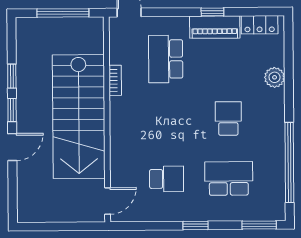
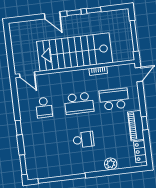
school desk: (229, 178) -> (79, 103), moved, turned 90

